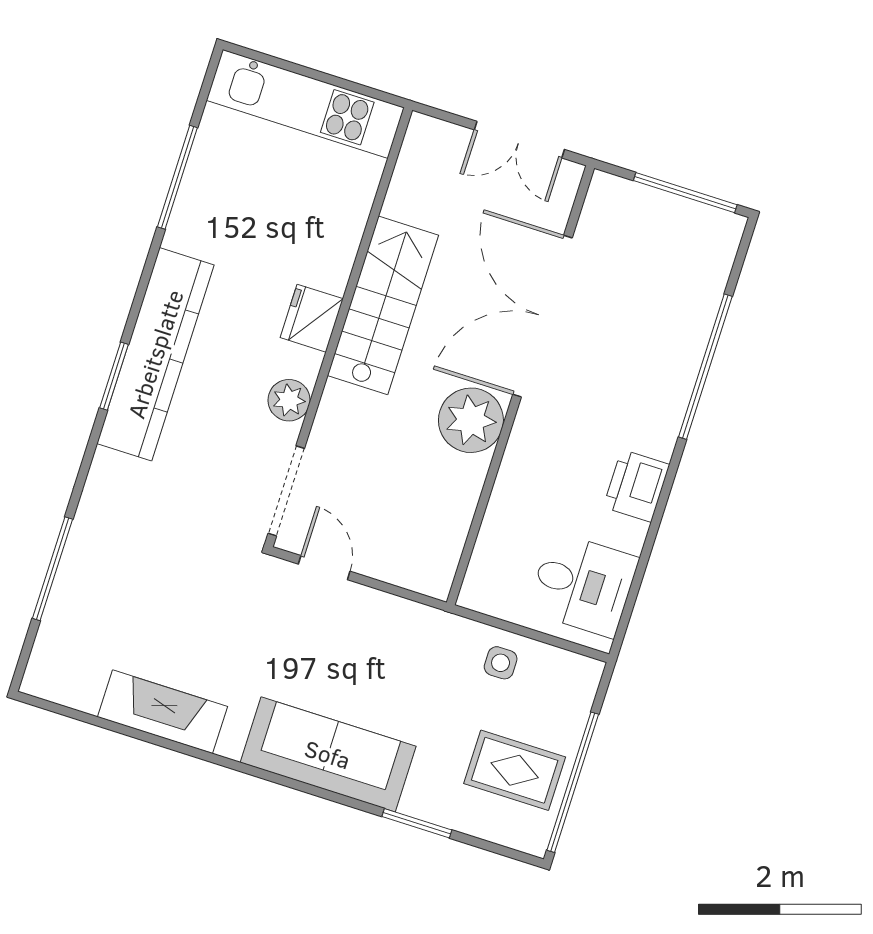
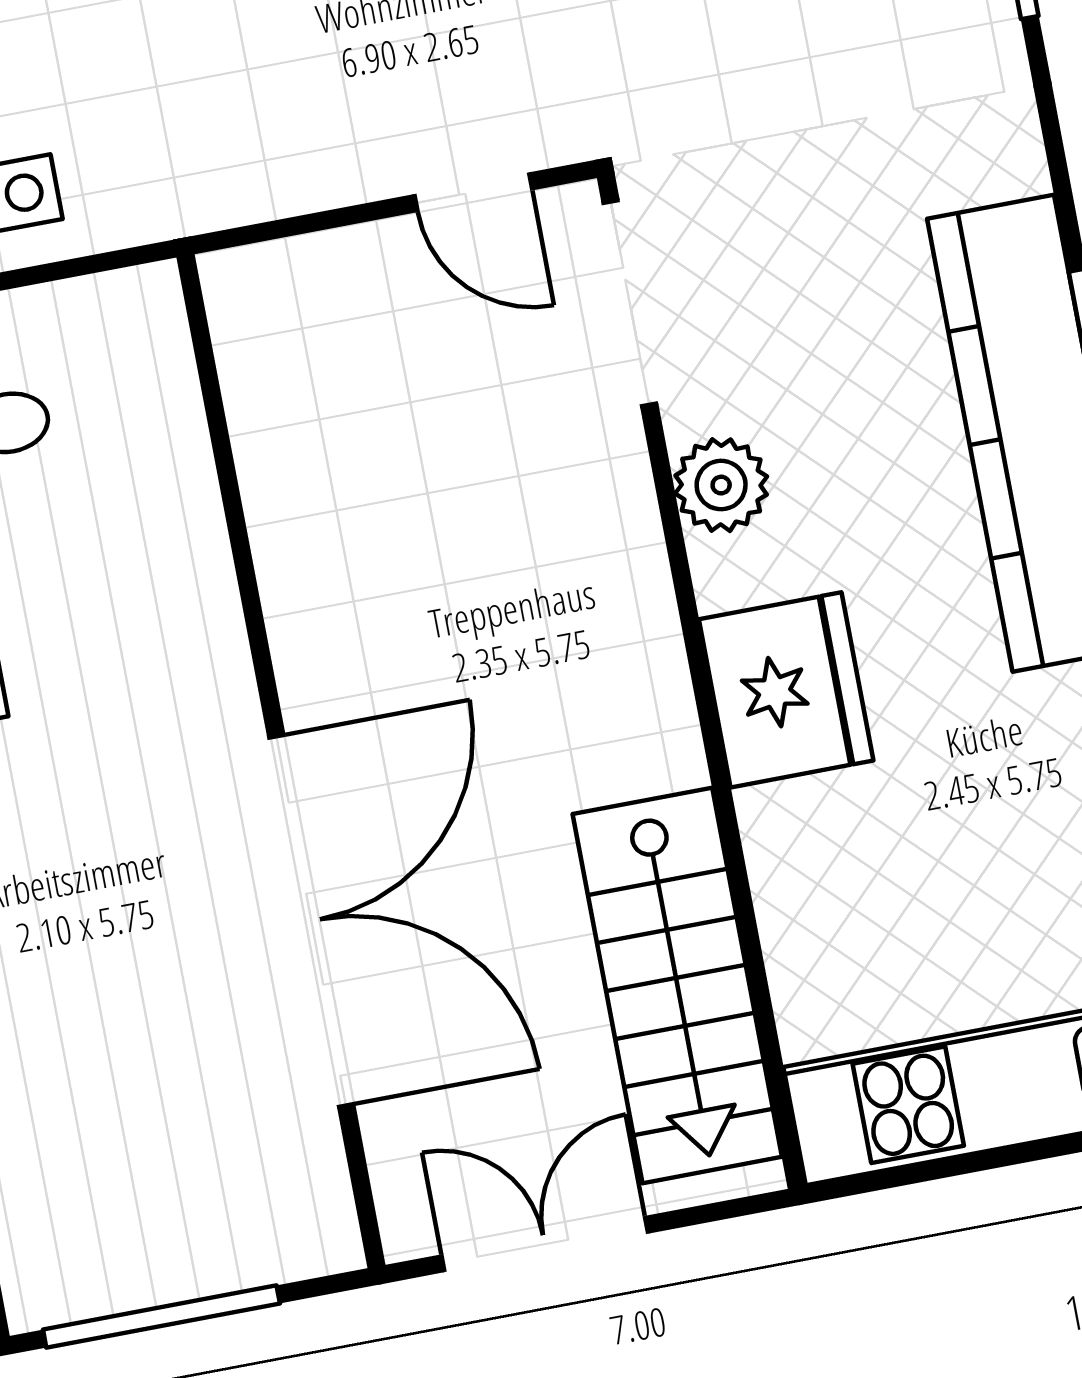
stairs: (383, 305) -> (677, 985), moved
fridge: (312, 318) -> (786, 690), width x1.36, depth x1.34
plant: (471, 420) -> (341, 639), removed

